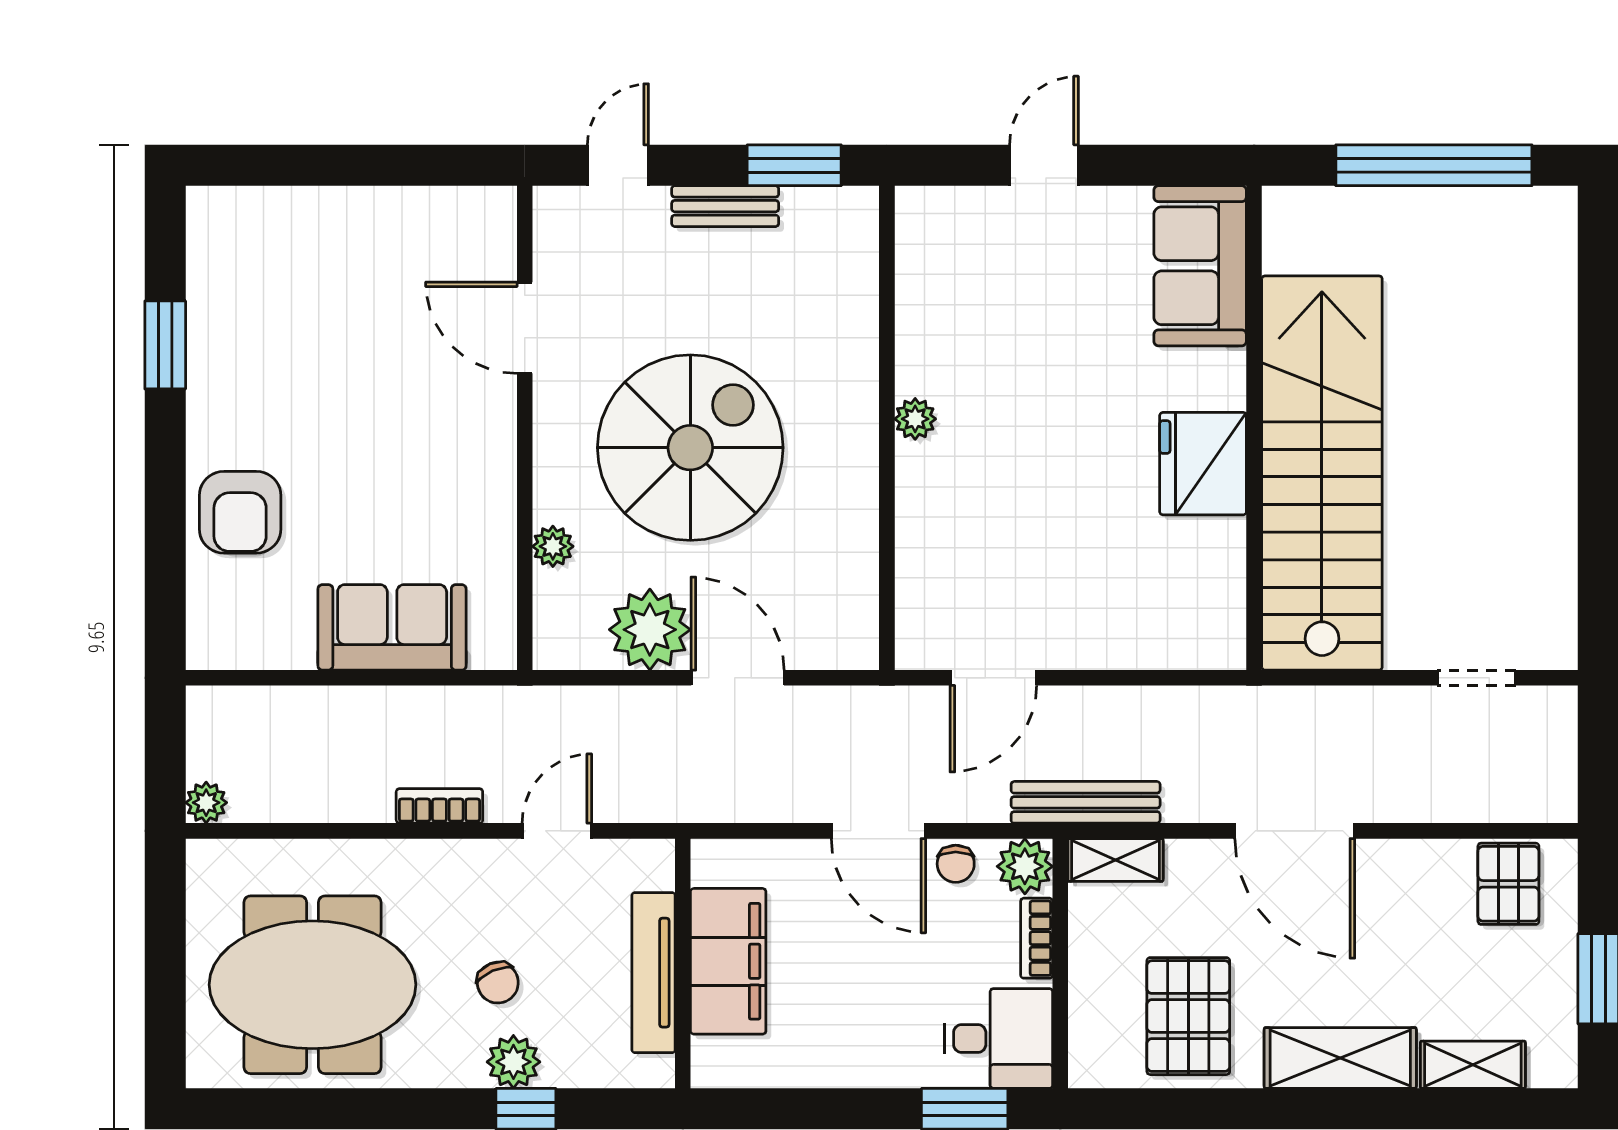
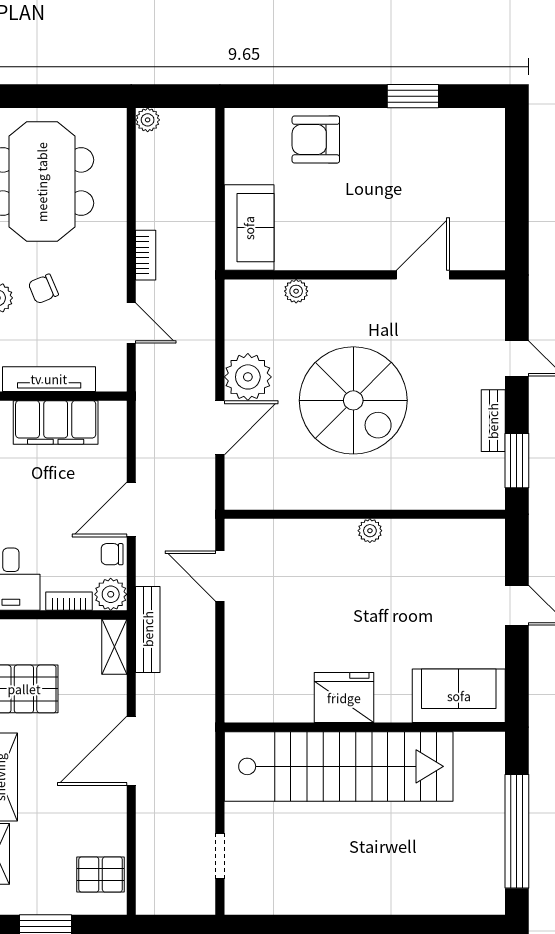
door: (525, 328) -> (423, 275), moved
wall: (525, 428) -> (365, 275), moved
plant: (553, 546) -> (296, 291), moved

